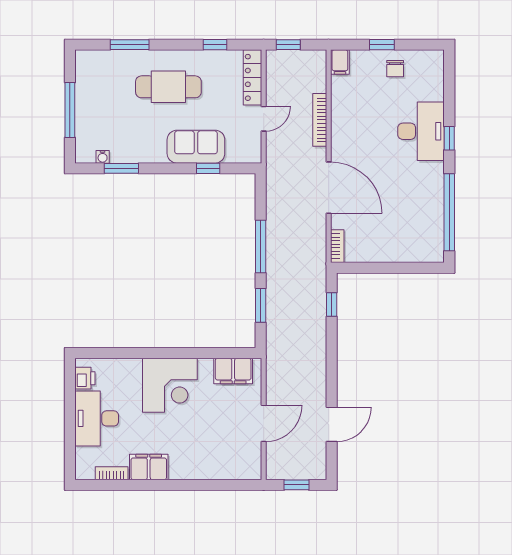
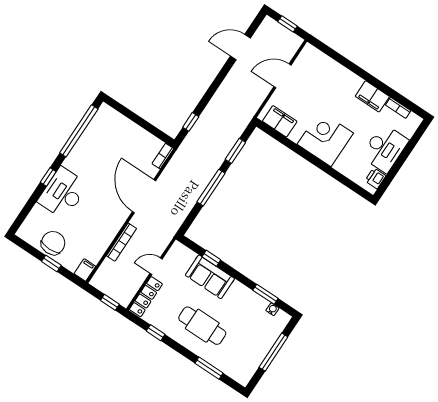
chair: (395, 69) -> (53, 243), width x1.87, depth x1.87

